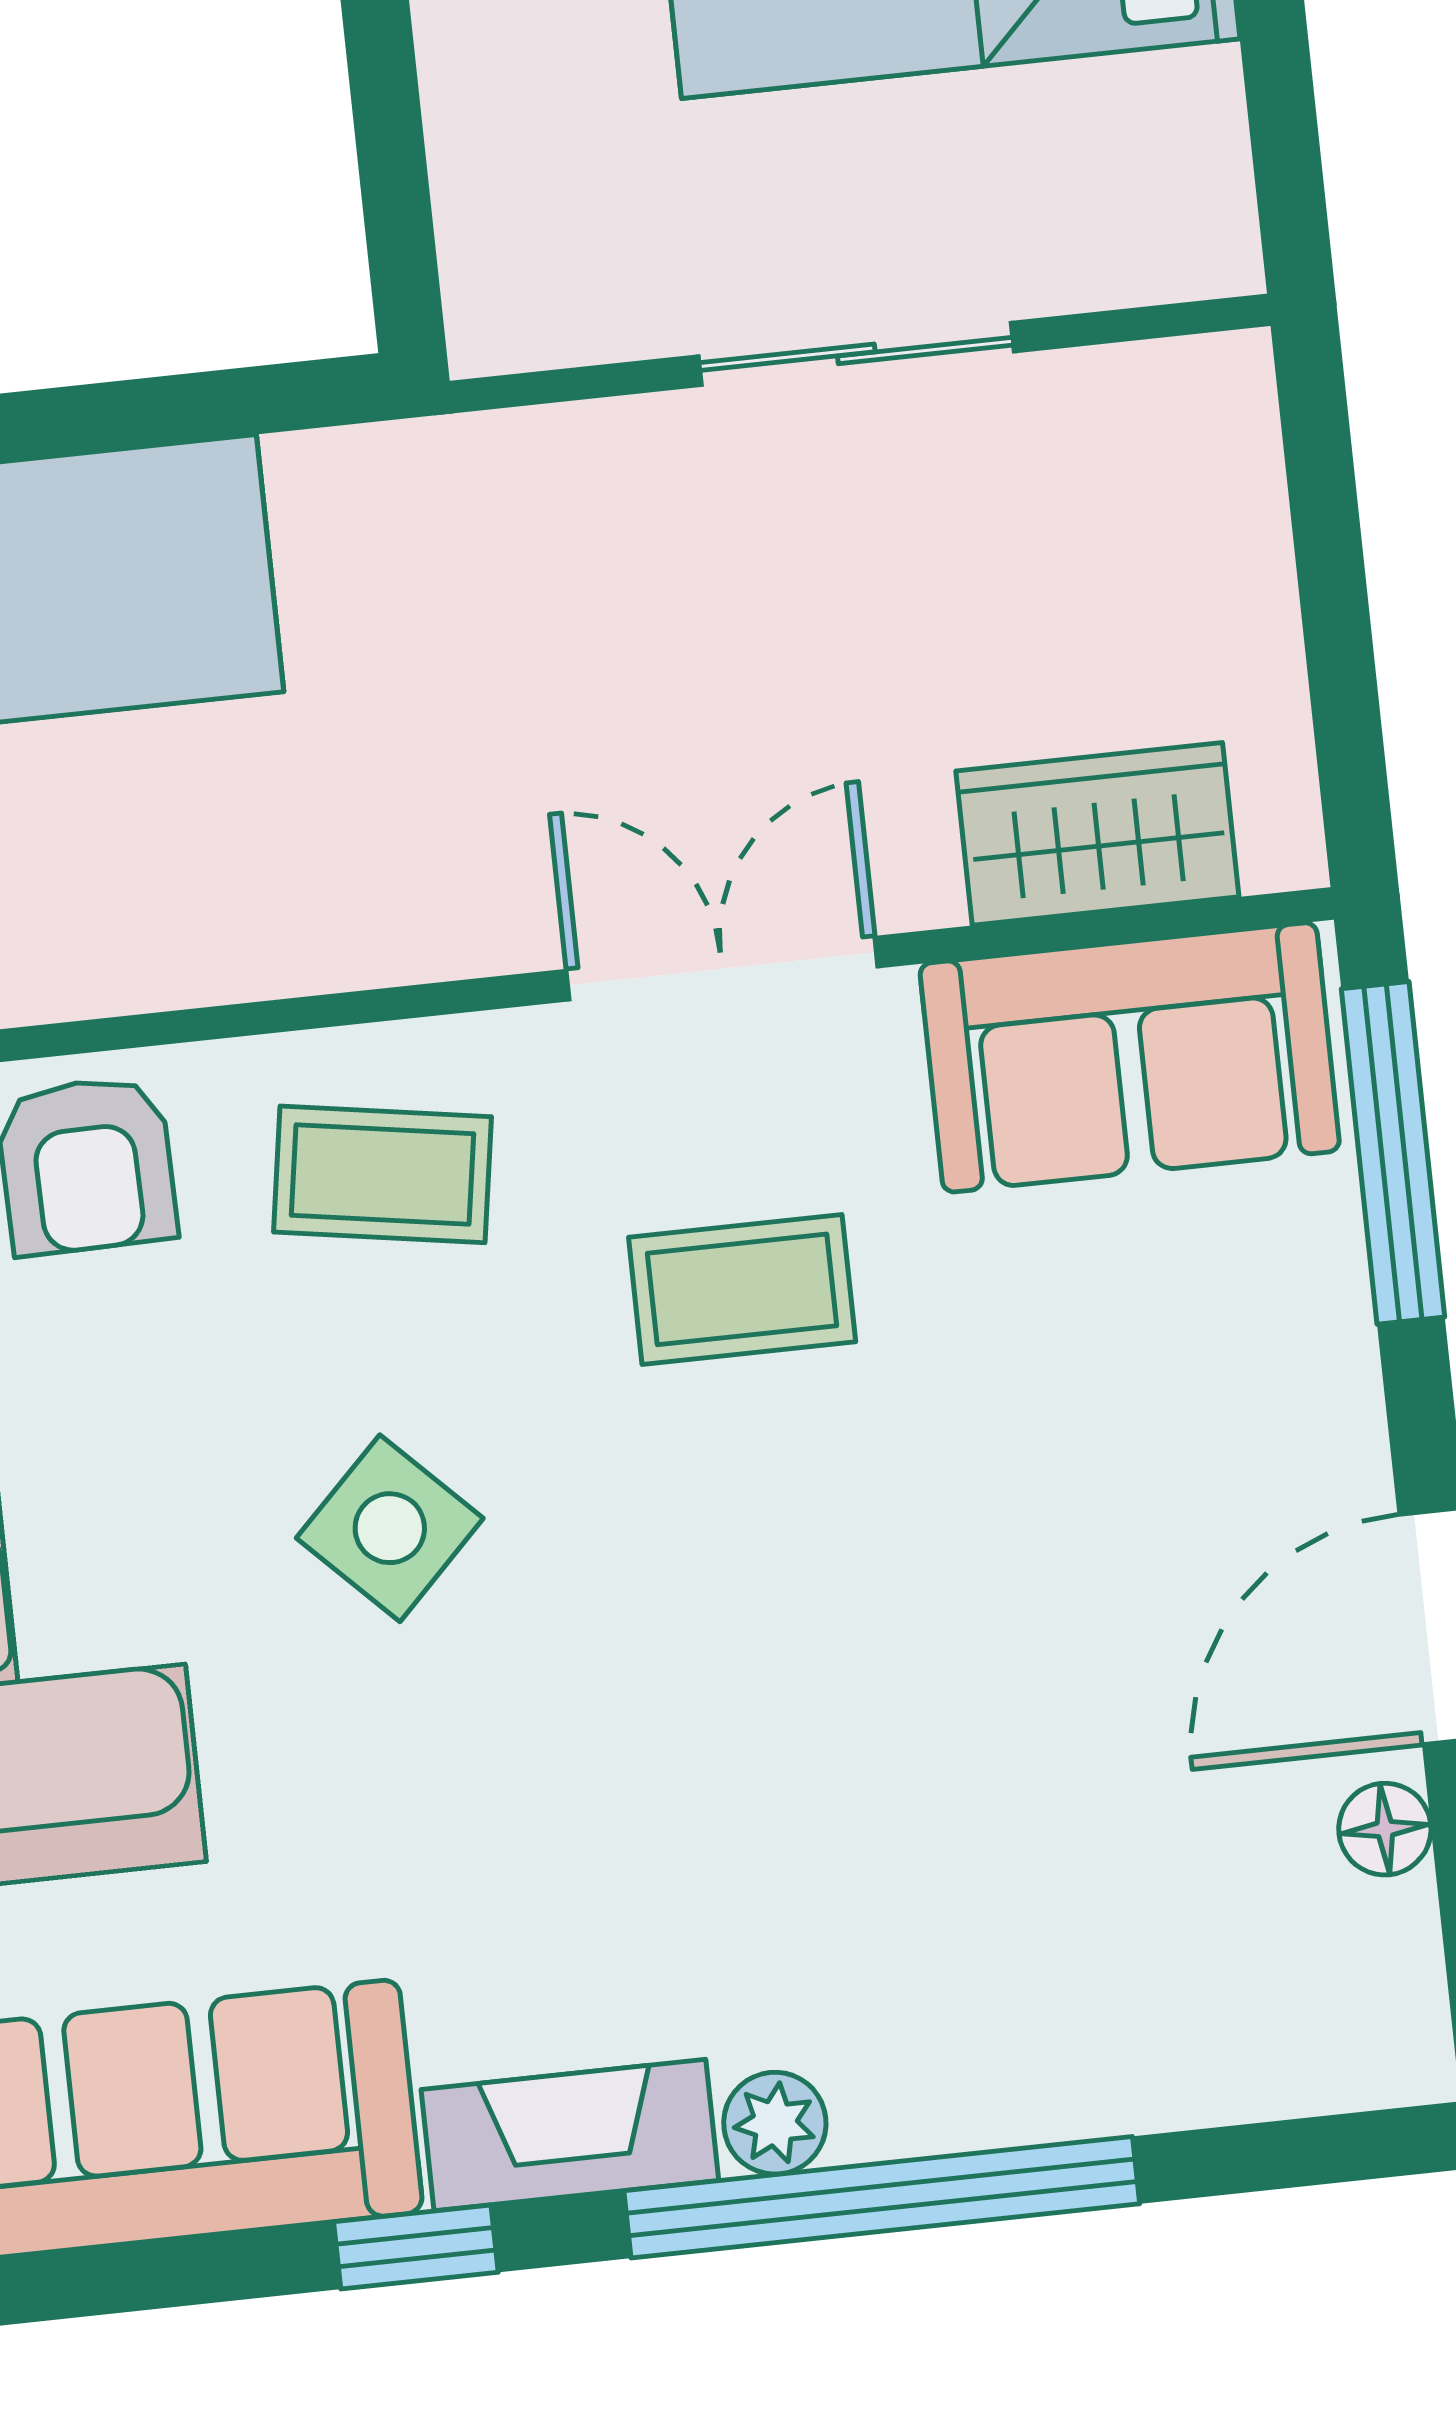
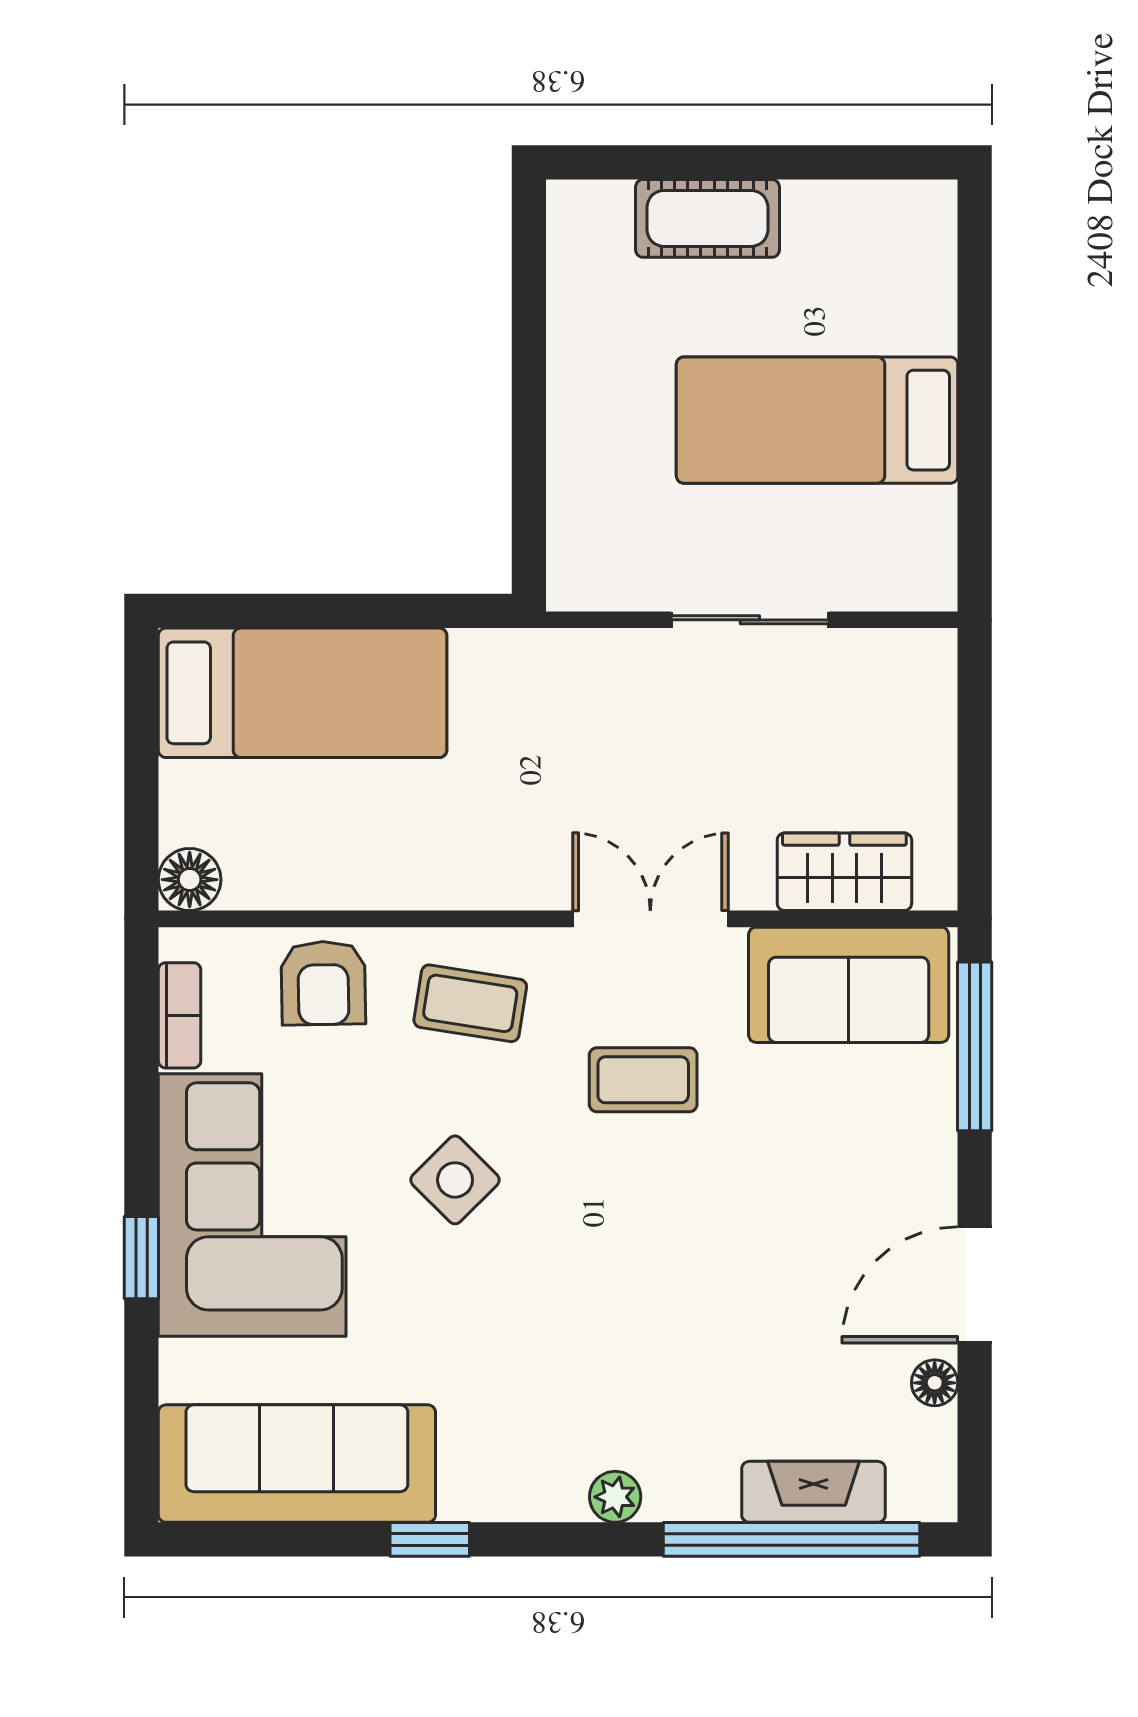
fireplace: (570, 2135) -> (814, 1492), moved
window: (882, 2197) -> (792, 1539), moved

